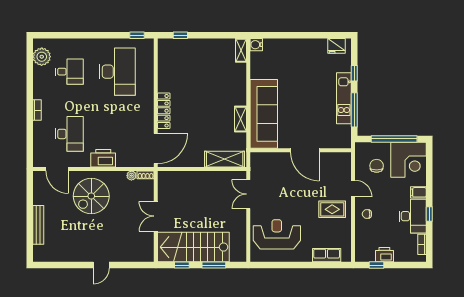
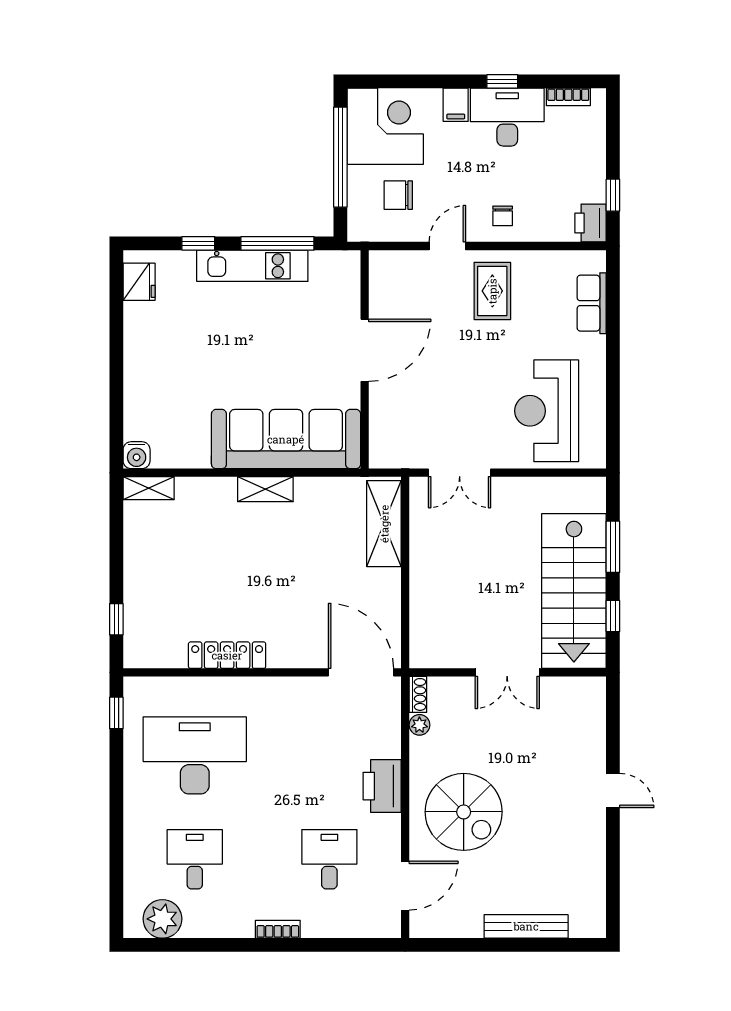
locker: (164, 111) -> (227, 655), moved
shelving: (240, 119) -> (265, 489), moved
desk: (69, 134) -> (329, 859), width x0.73
printer: (384, 255) -> (590, 223), moved

